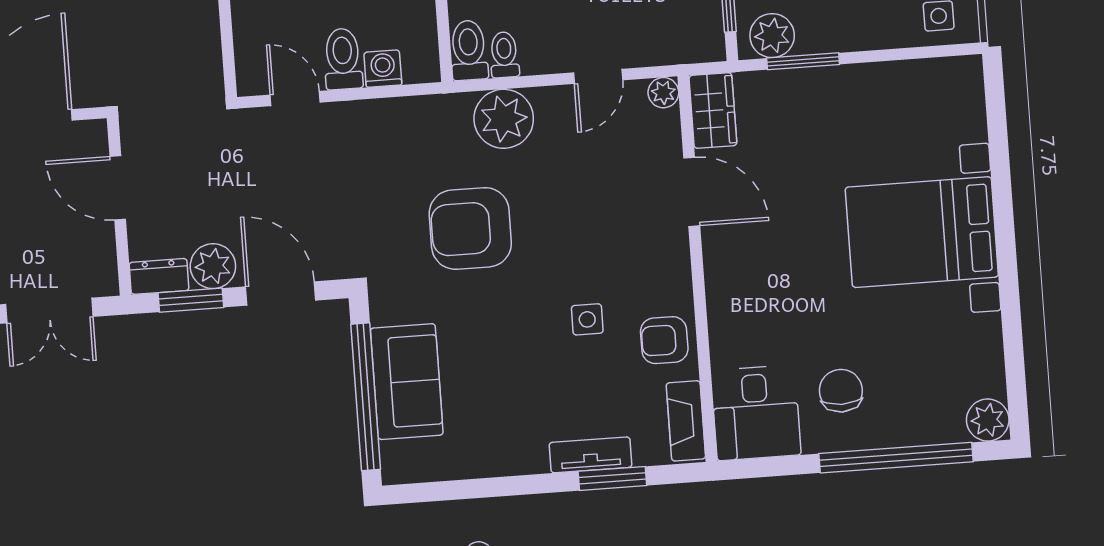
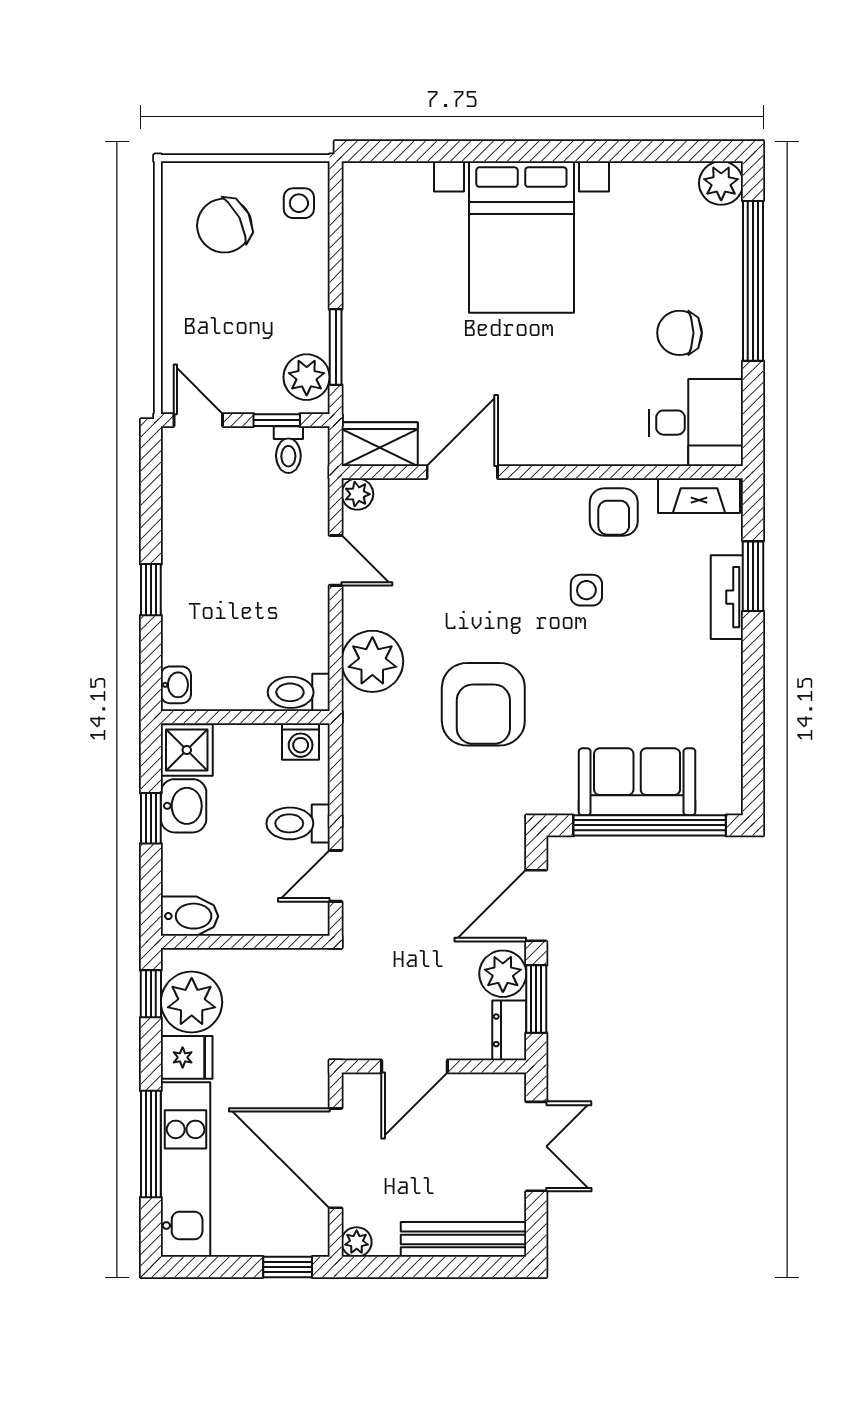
toilet: (504, 55) -> (288, 450), moved, turned -90
washing machine: (383, 69) -> (301, 741), moved, turned -90

